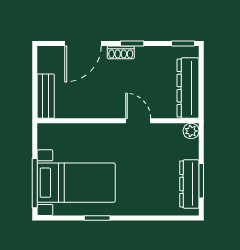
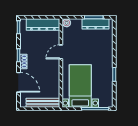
bench: (46, 96) -> (43, 103), width x1.36
bed with nightstands: (76, 183) -> (80, 86), moved

